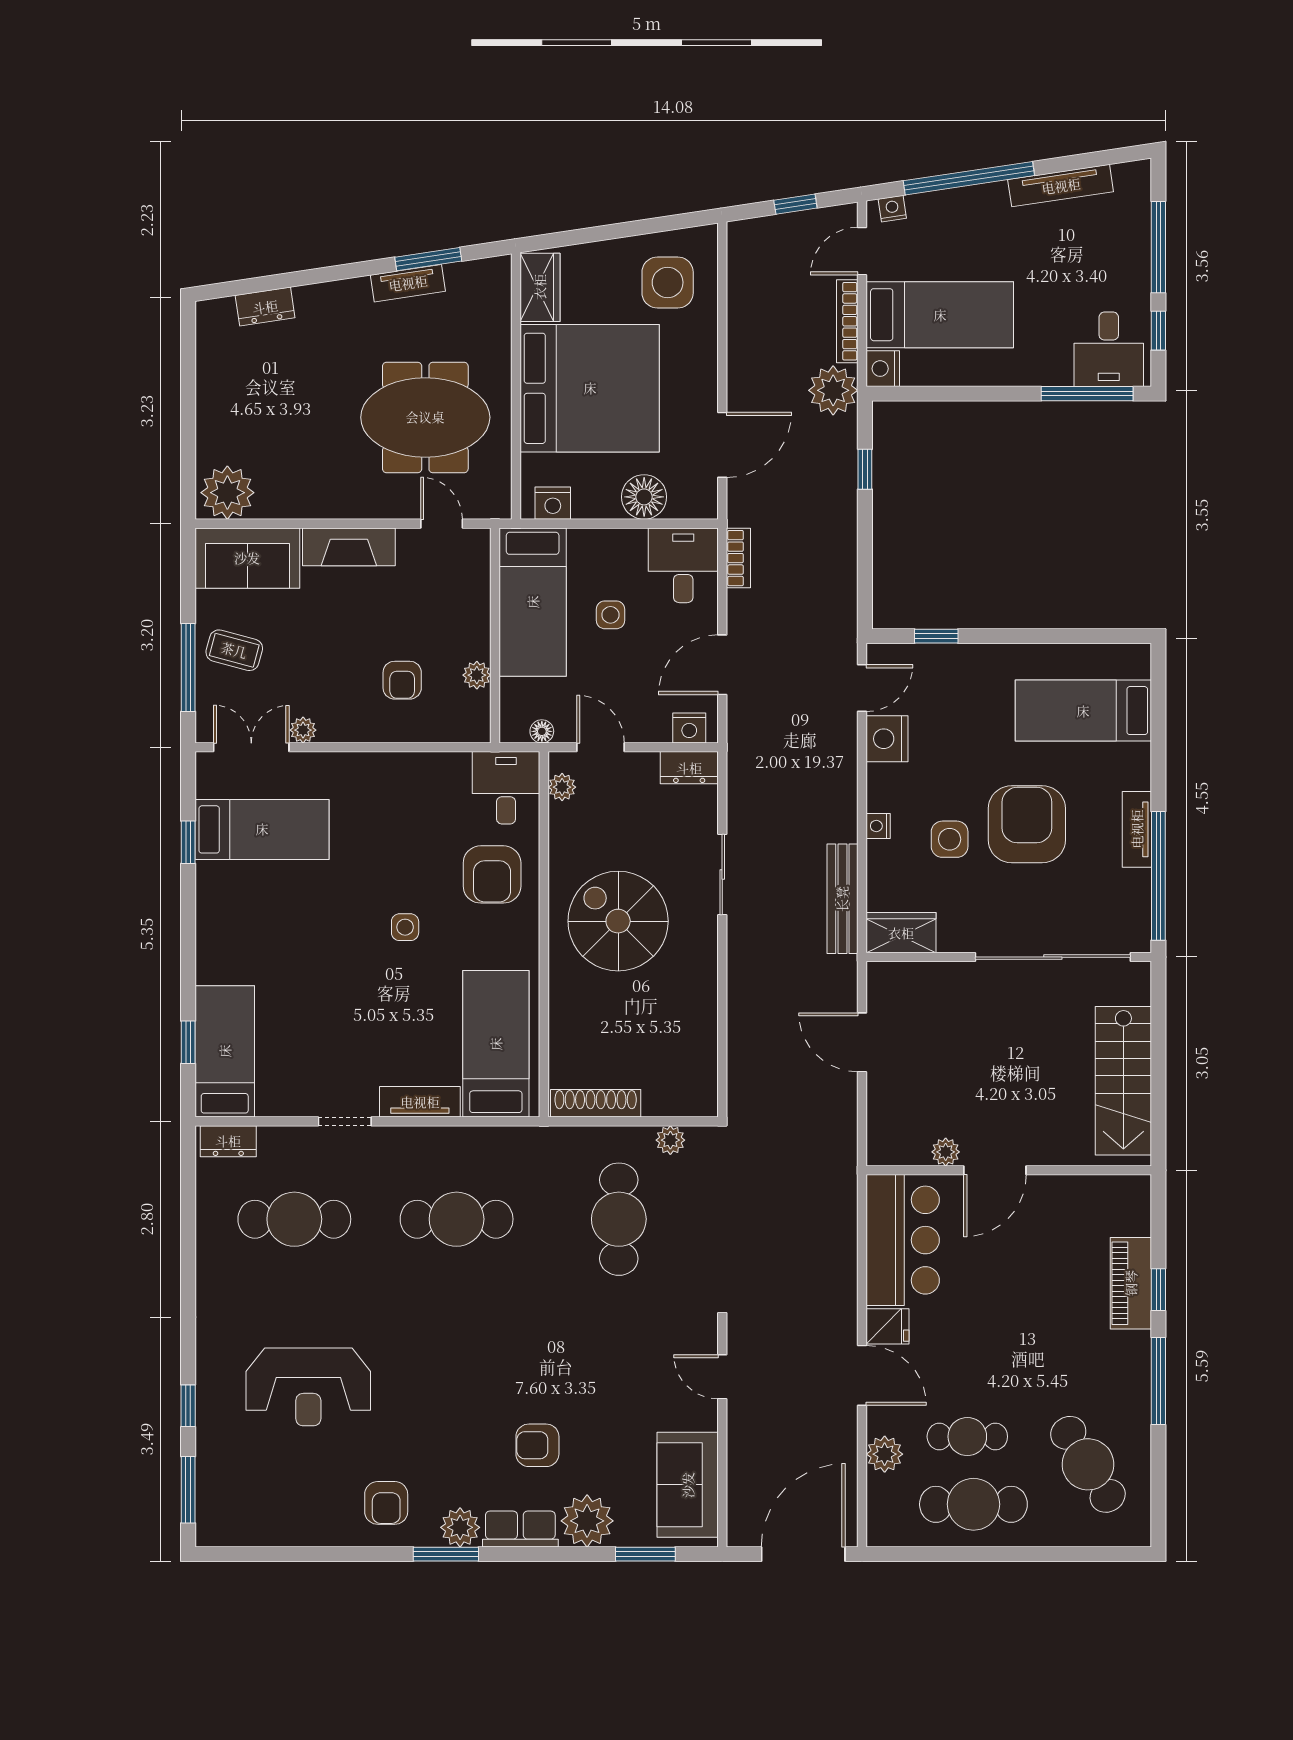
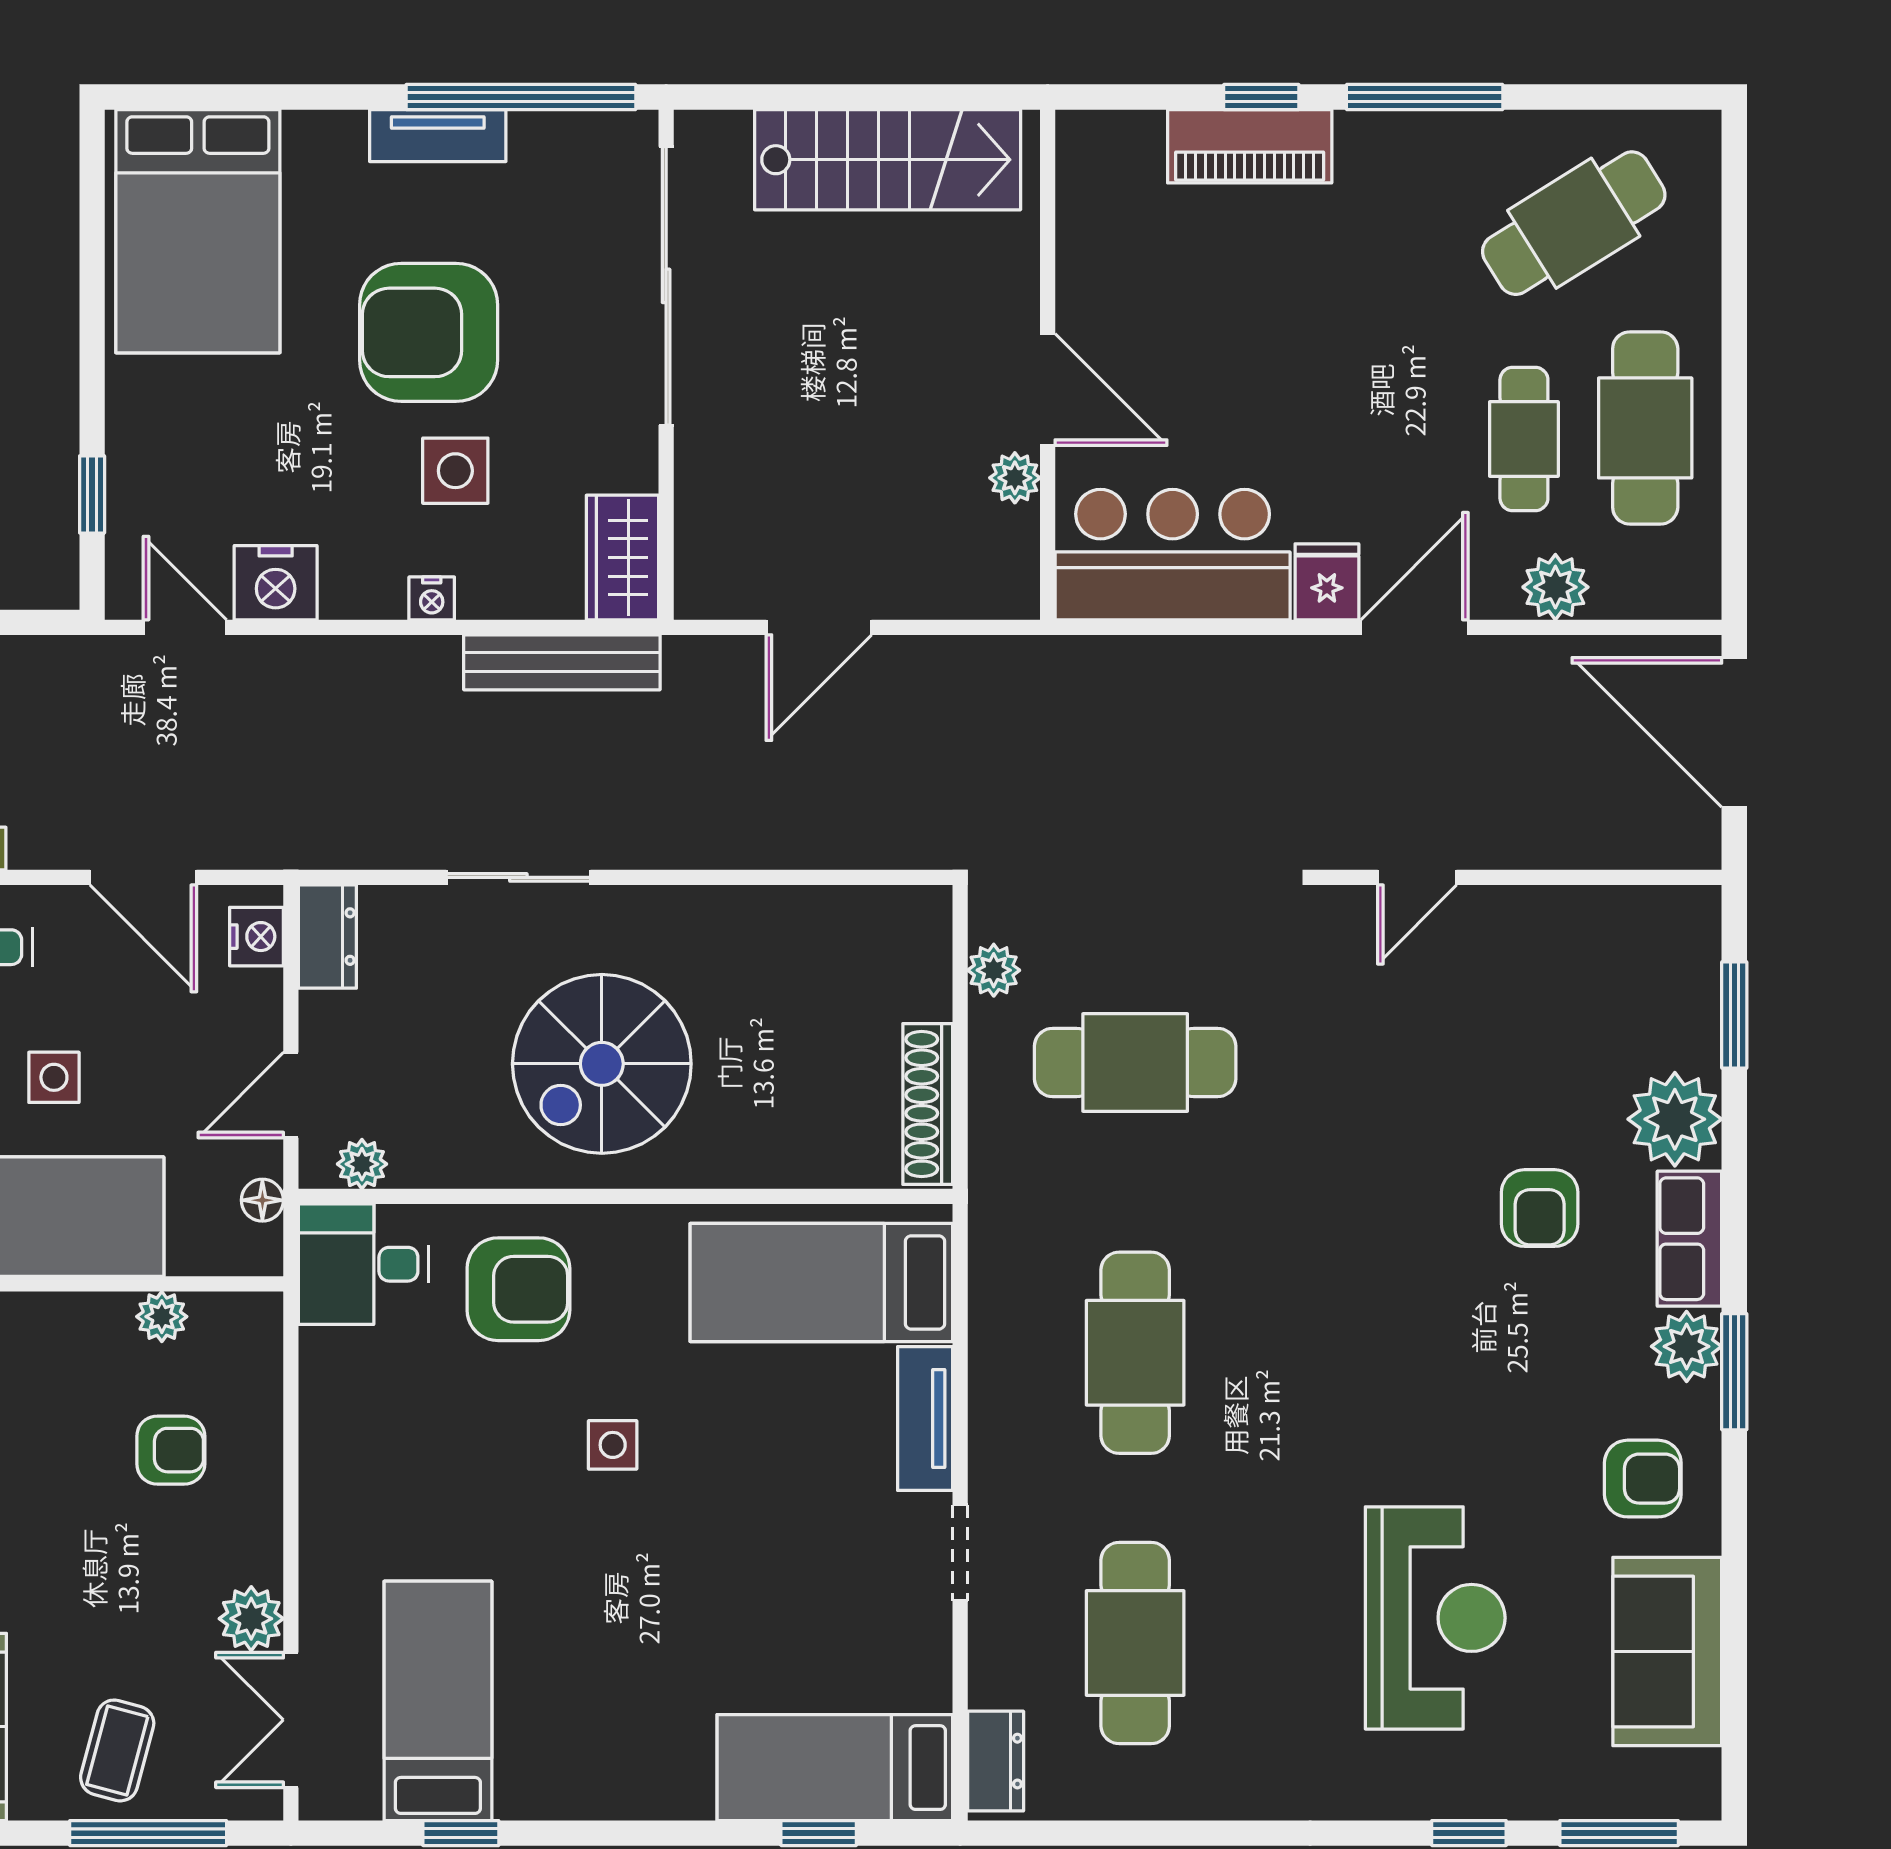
bed: (1083, 711) -> (198, 231), width x1.50
plant: (303, 730) -> (251, 1619), width x1.38, depth x1.38
sofa: (688, 1485) -> (1667, 1651), moved, turned 90

